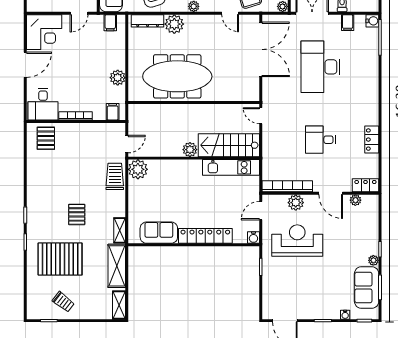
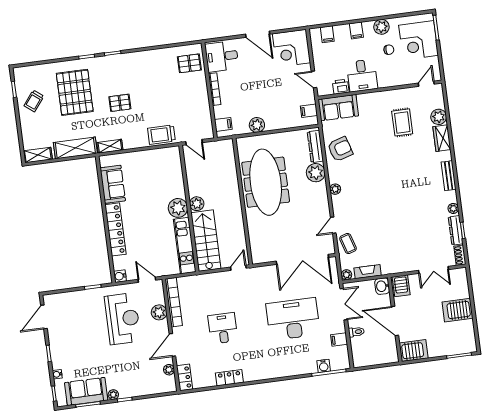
water cooler: (372, 21) -> (324, 366), moved
plant: (138, 169) -> (178, 208), moved
trolley: (115, 176) -> (161, 135), turned 180

